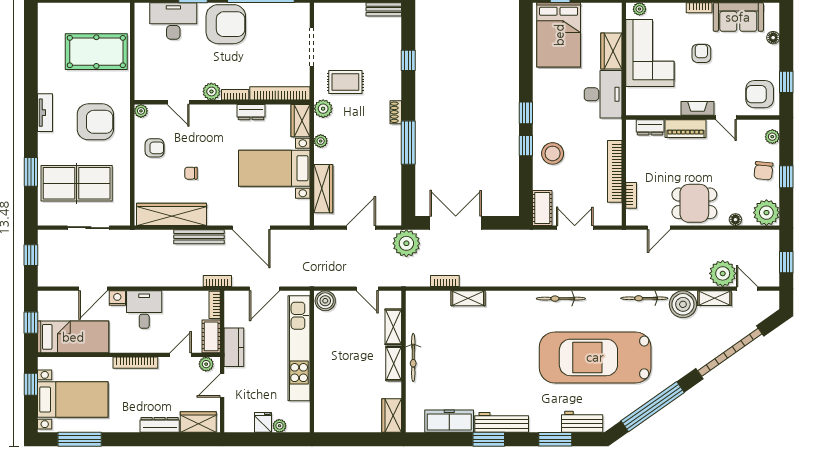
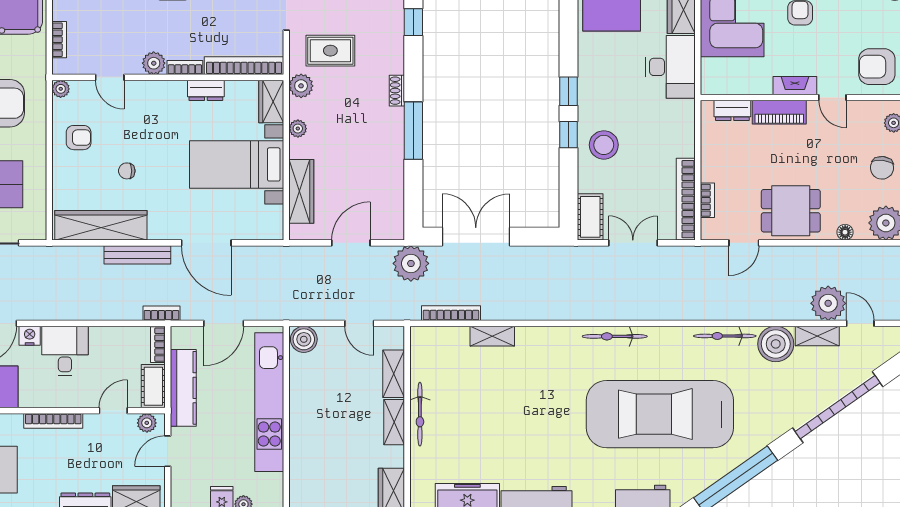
bookcase: (140, 74) -> (59, 40), added
bookcase: (615, 171) -> (686, 199), moved
bookcase: (445, 281) -> (451, 313), width x1.56
kitchen counter: (234, 347) -> (183, 388), width x1.50

